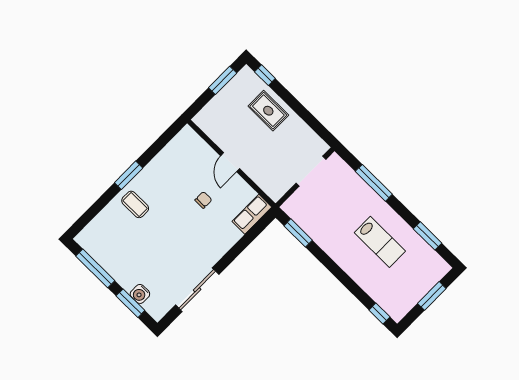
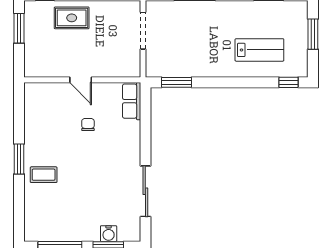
lab bench: (380, 242) -> (259, 50), moved

